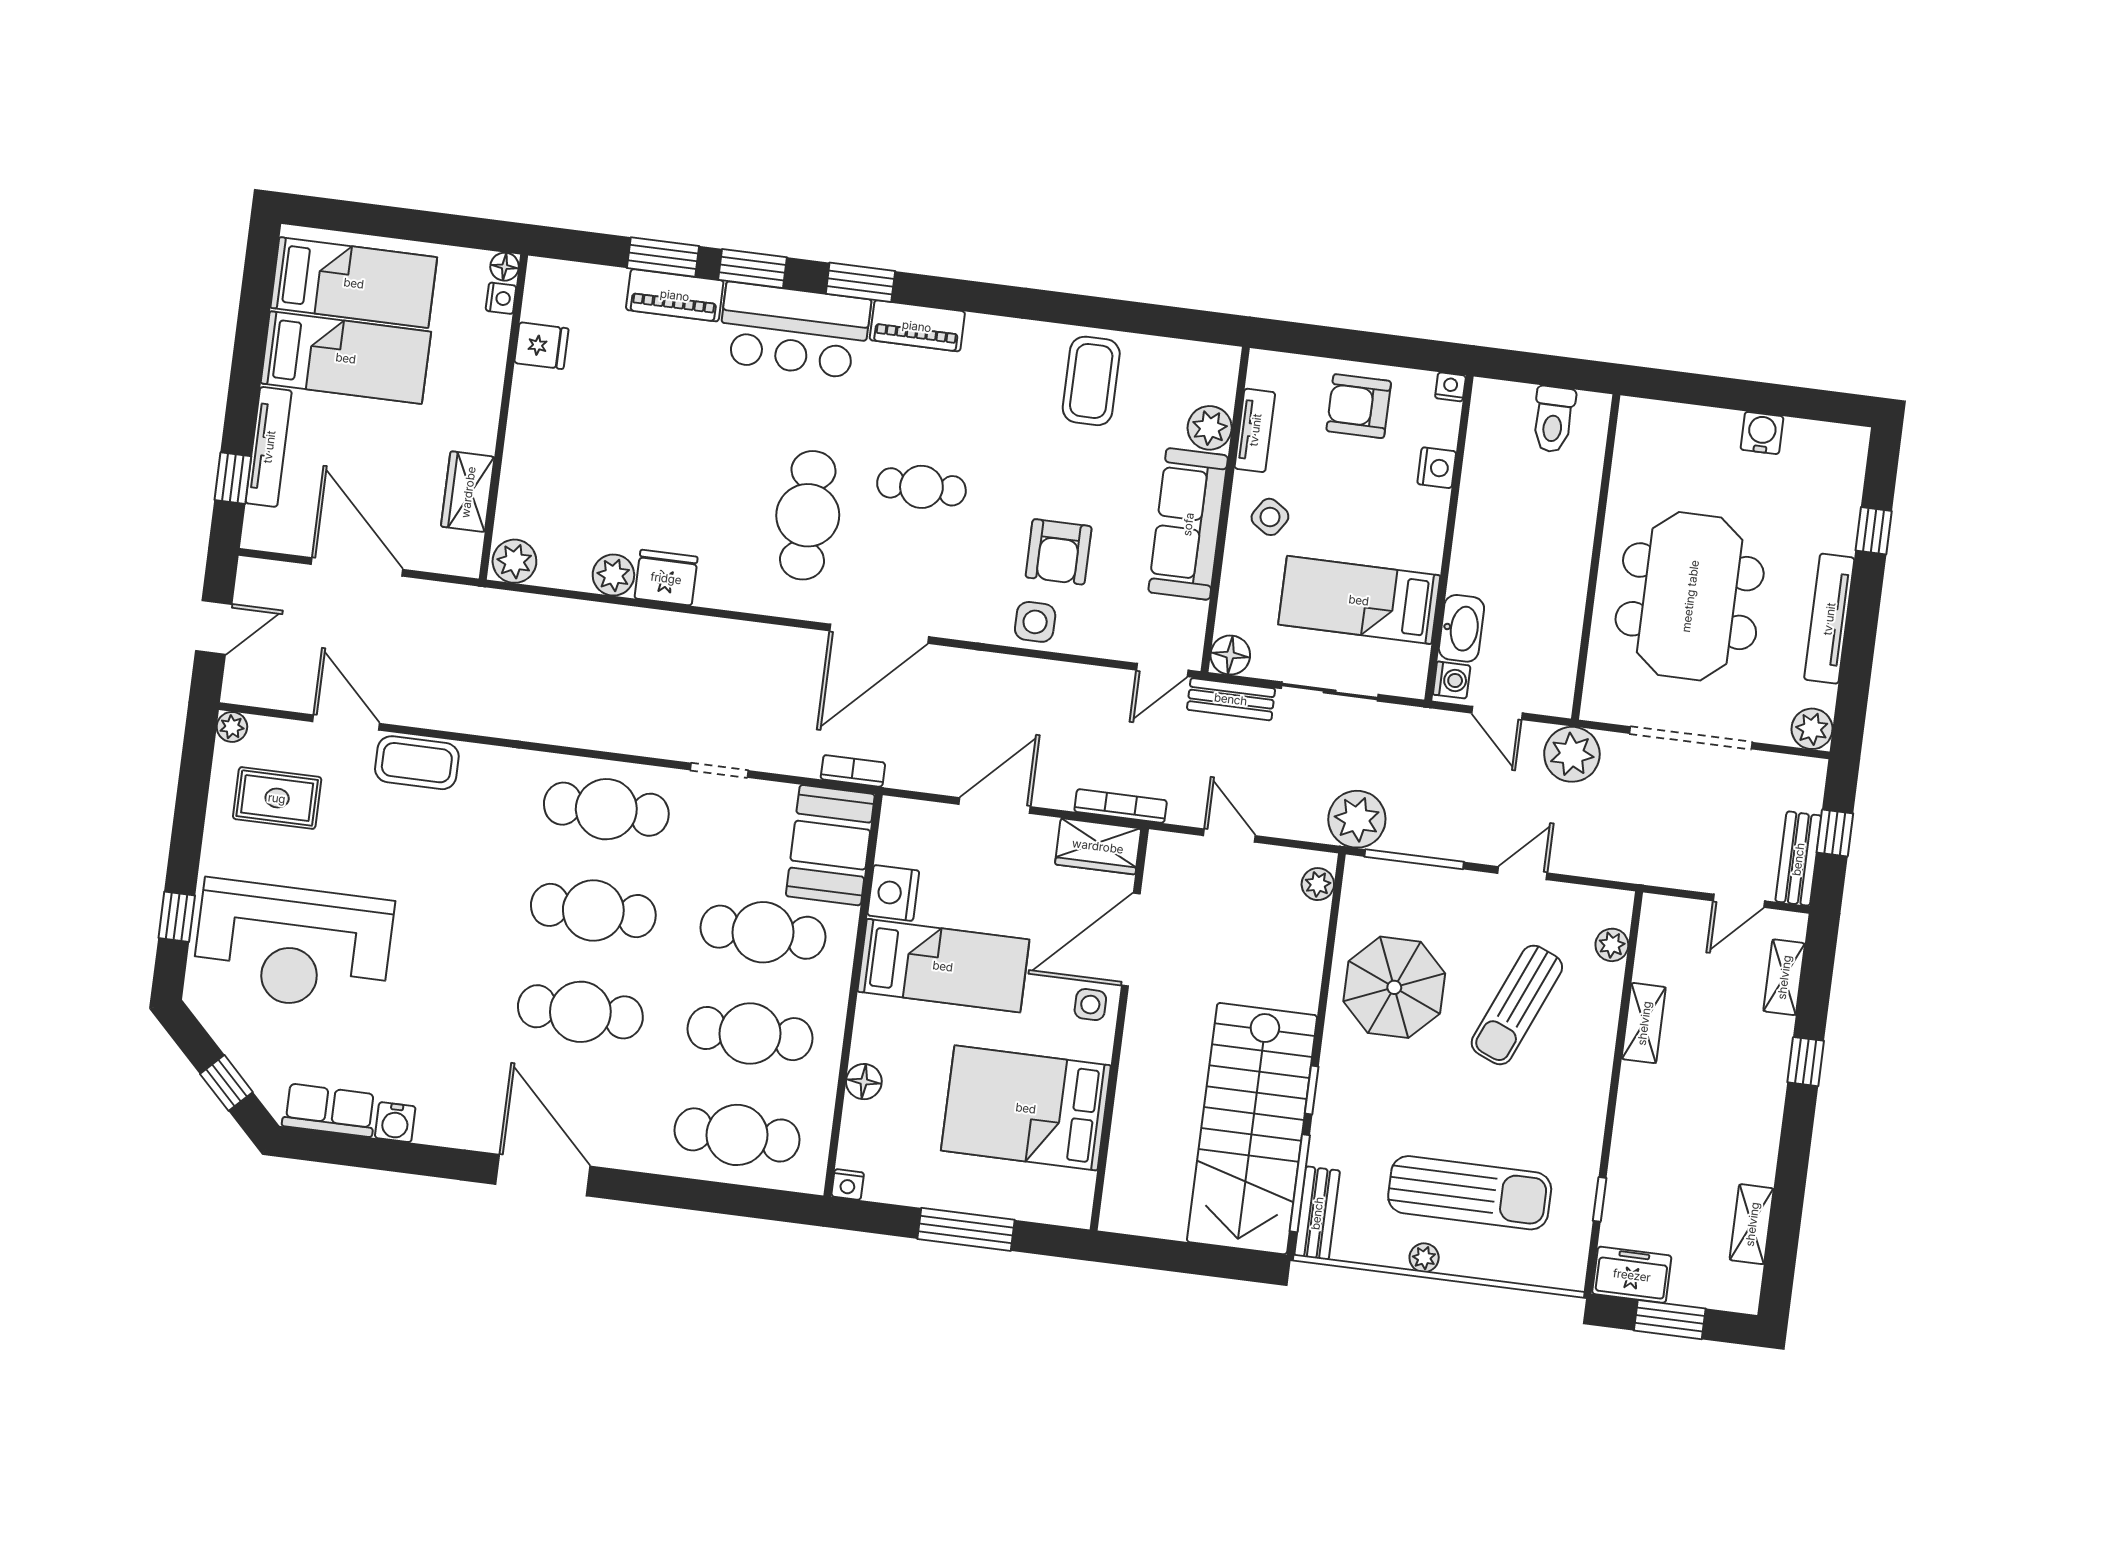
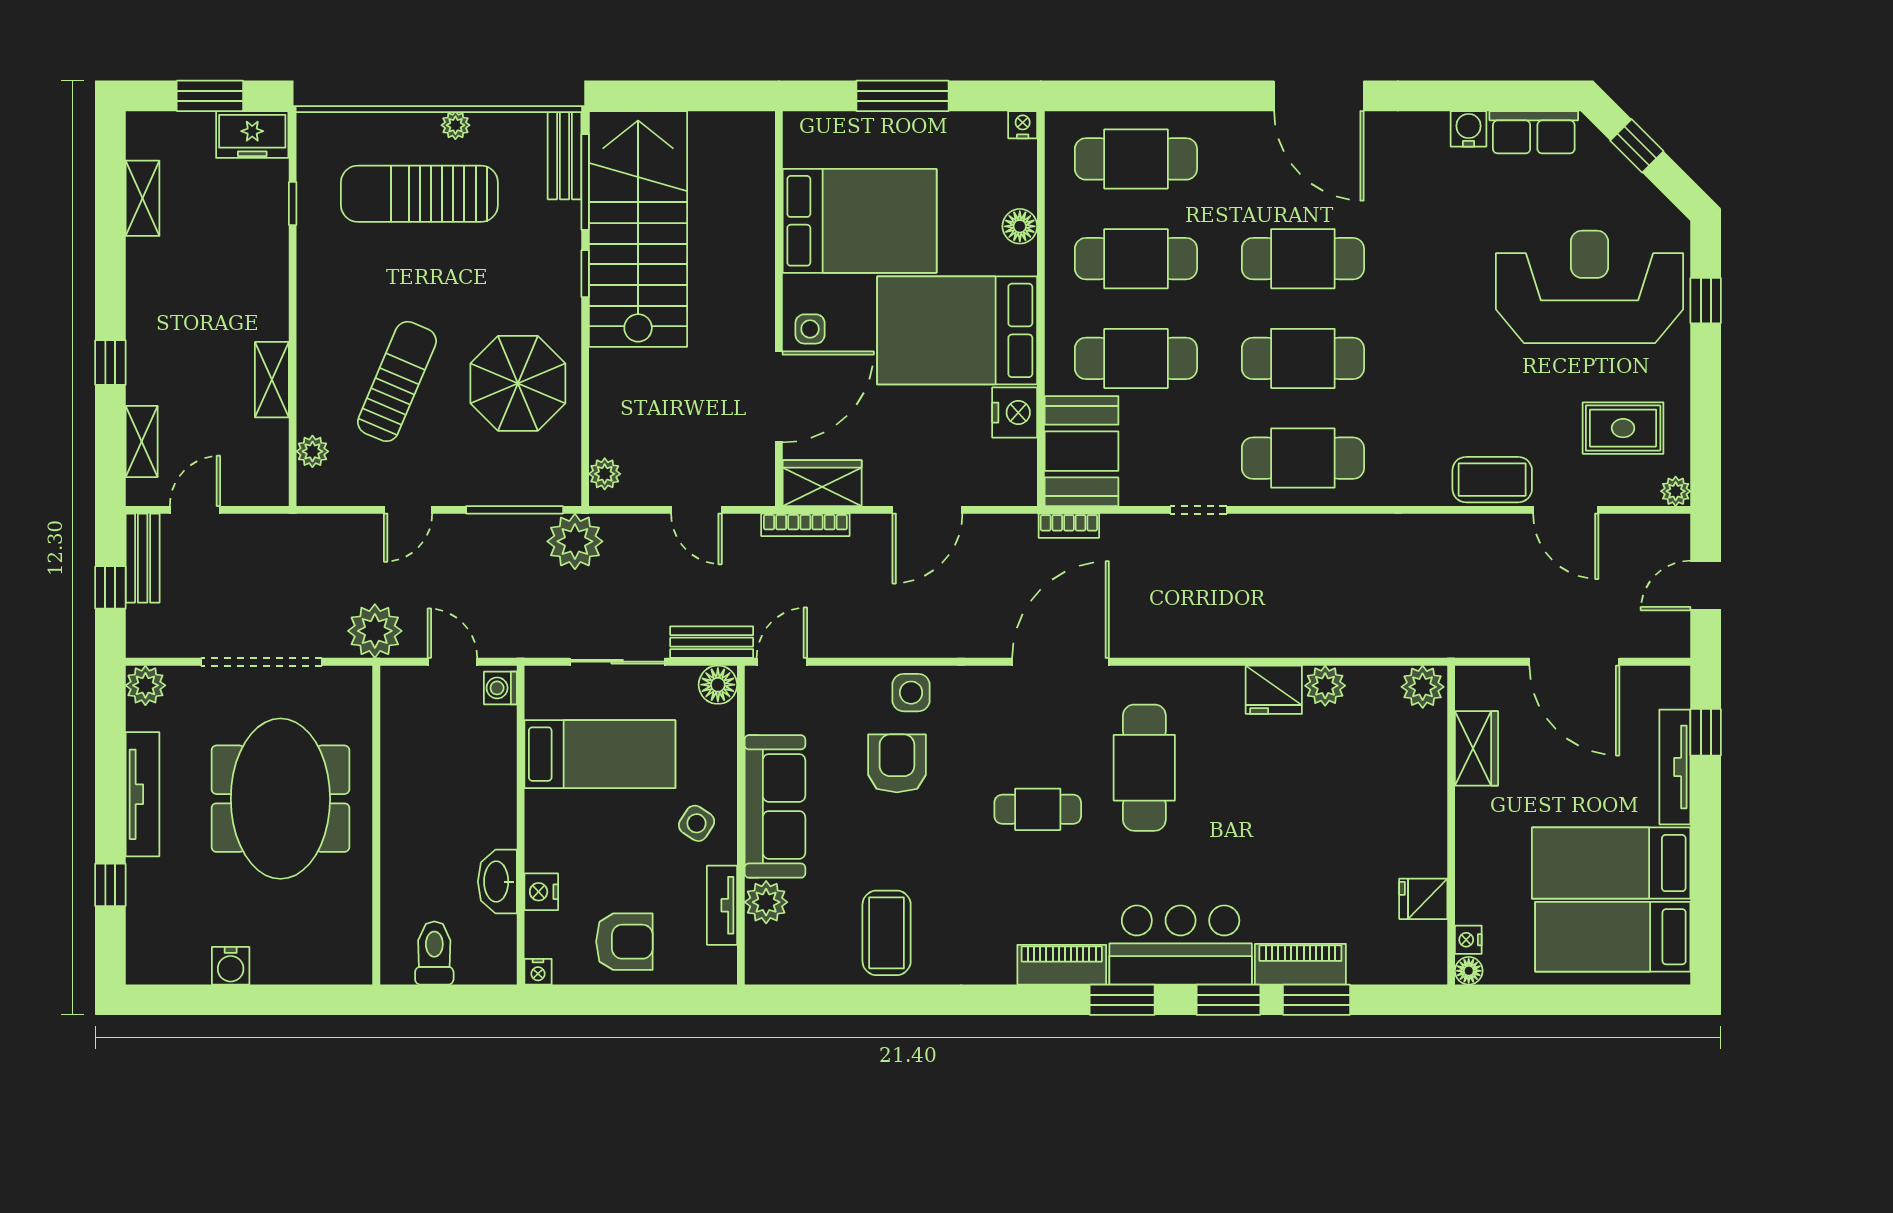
washbasin: (1461, 628) -> (497, 882), moved
bed: (943, 966) -> (957, 330), width x1.50

